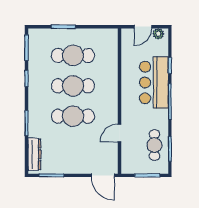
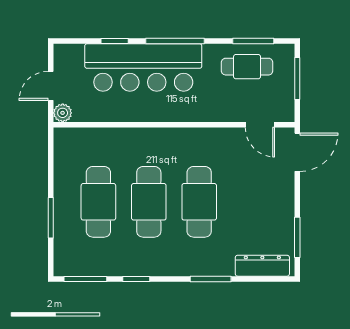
door: (143, 27) -> (51, 86), swing flipped
plant: (158, 34) -> (63, 113), moved
bar counter: (154, 83) -> (143, 67), width x1.36
door: (119, 133) -> (260, 125), moved

